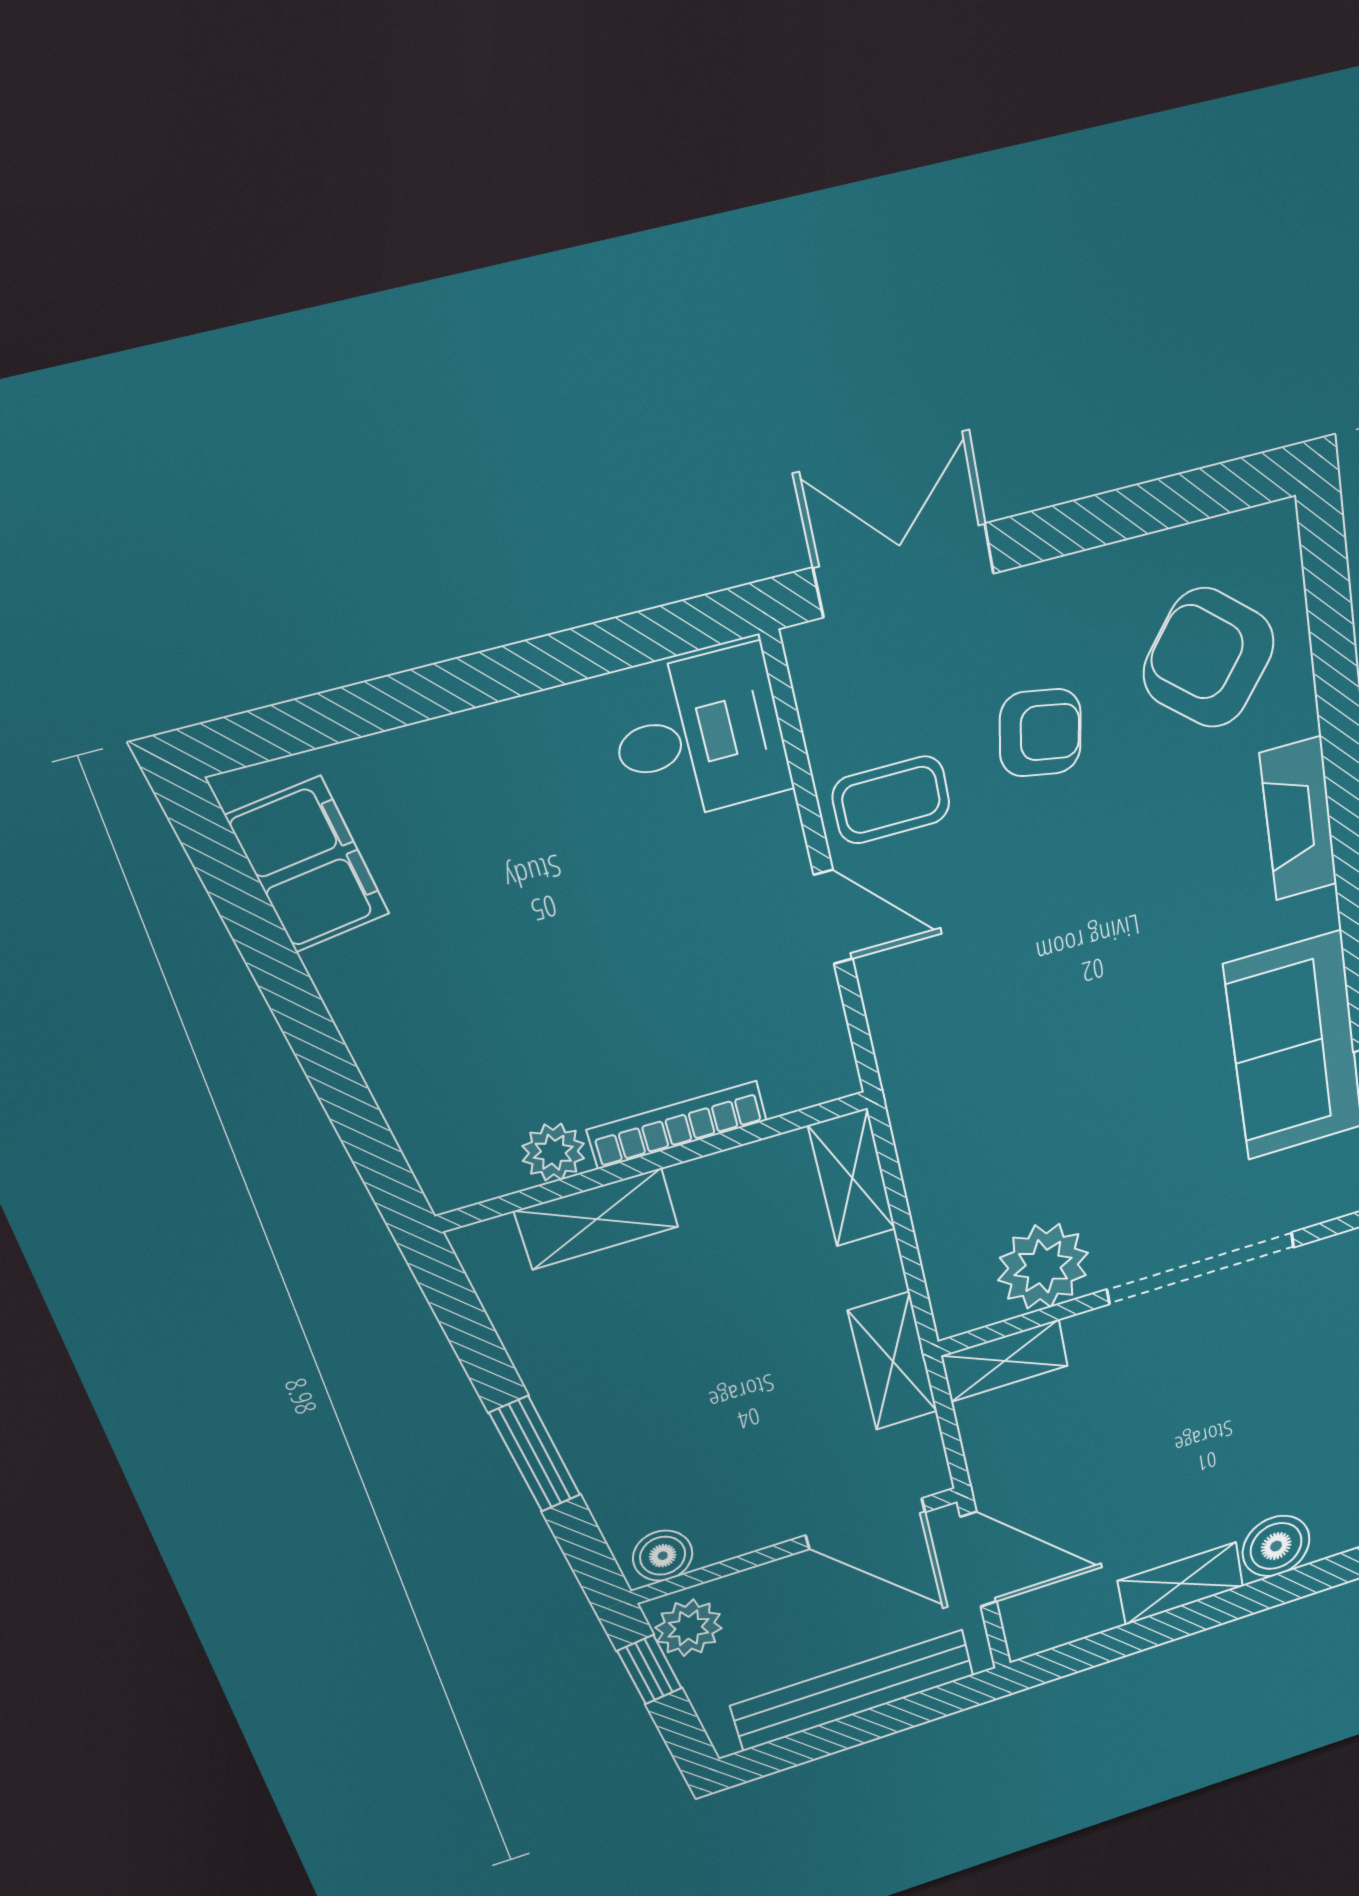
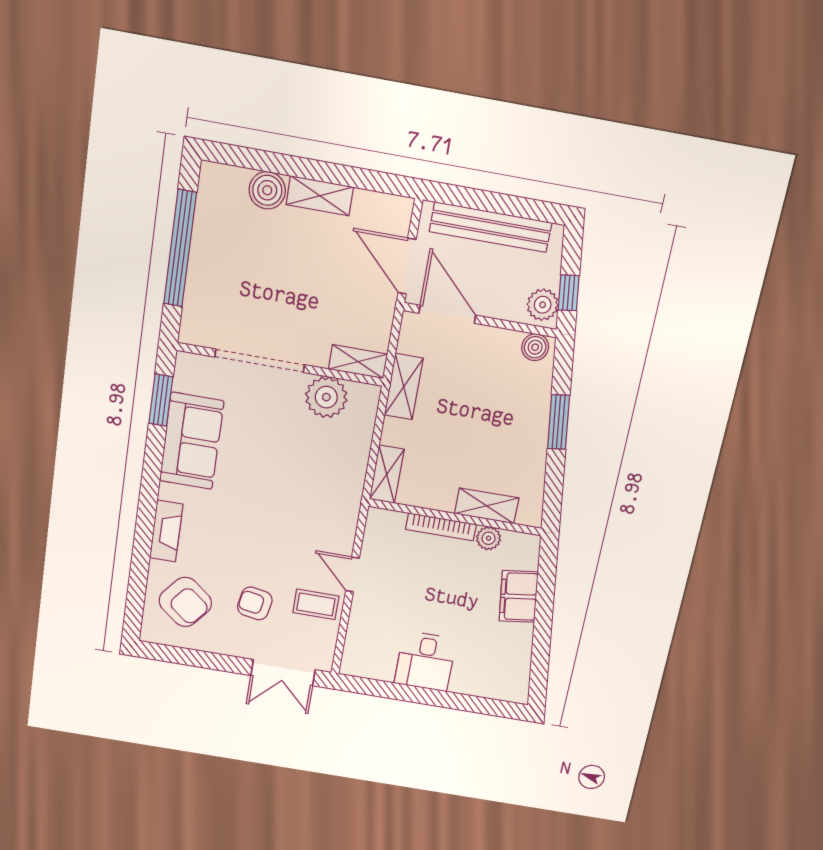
desk: (699, 736) -> (425, 661), moved, turned -90
filing cabinet: (308, 865) -> (519, 596), moved

